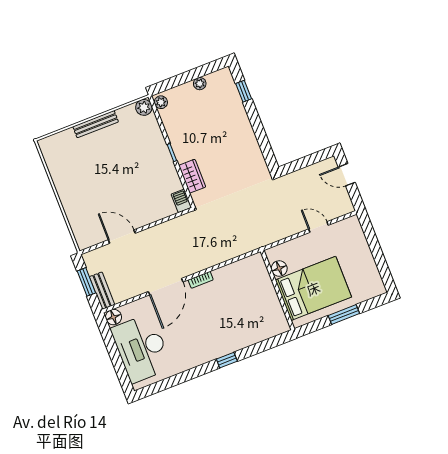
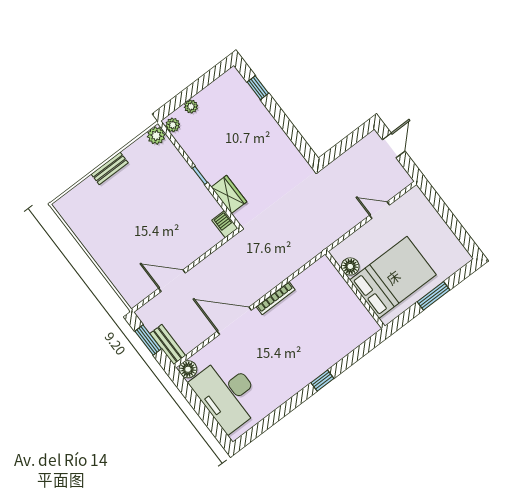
plant: (200, 84) -> (191, 106), moved
bench: (96, 124) -> (110, 168), width x0.73
door: (347, 175) -> (394, 145), swing flipped
bookcase: (201, 280) -> (276, 298), width x1.56
door: (166, 287) -> (234, 321), swing flipped

